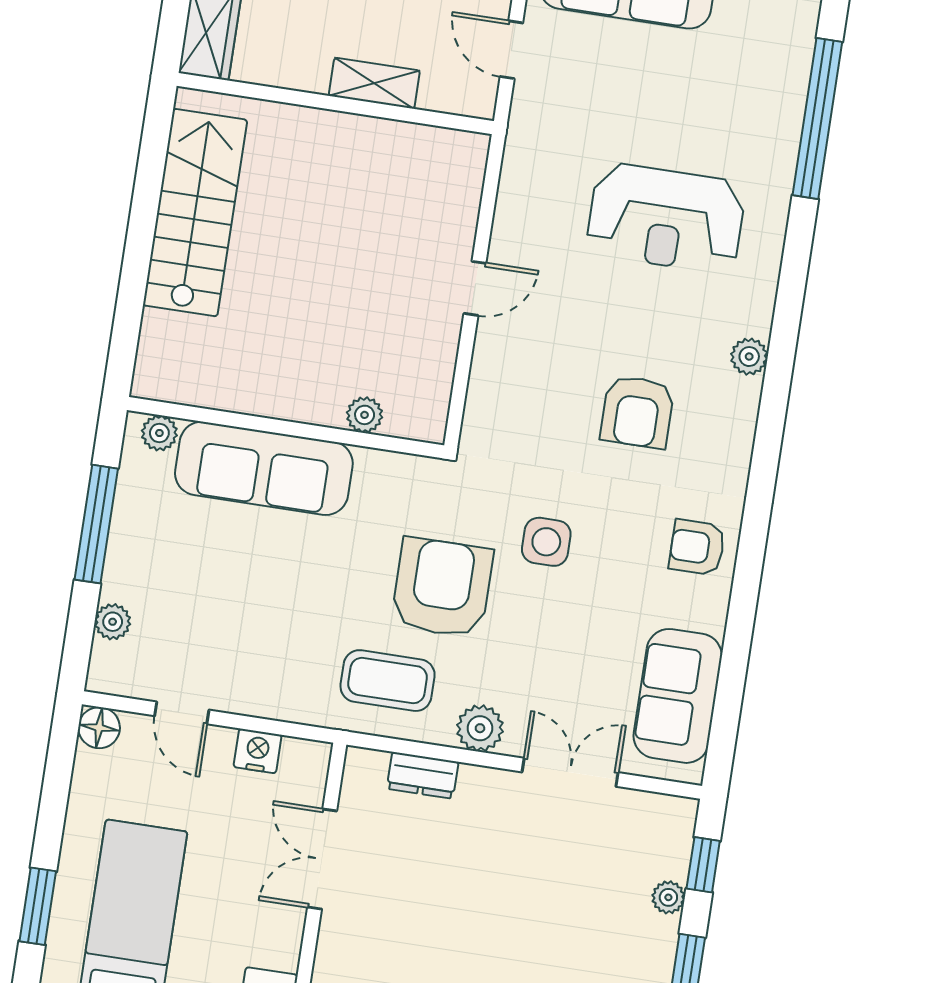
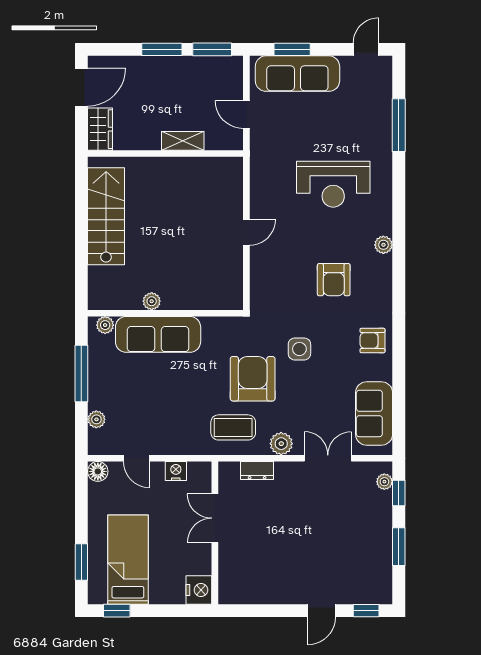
window: (817, 119) -> (399, 125), width x0.68
plant: (365, 415) -> (152, 301), moved
plant: (668, 897) -> (384, 482), moved

